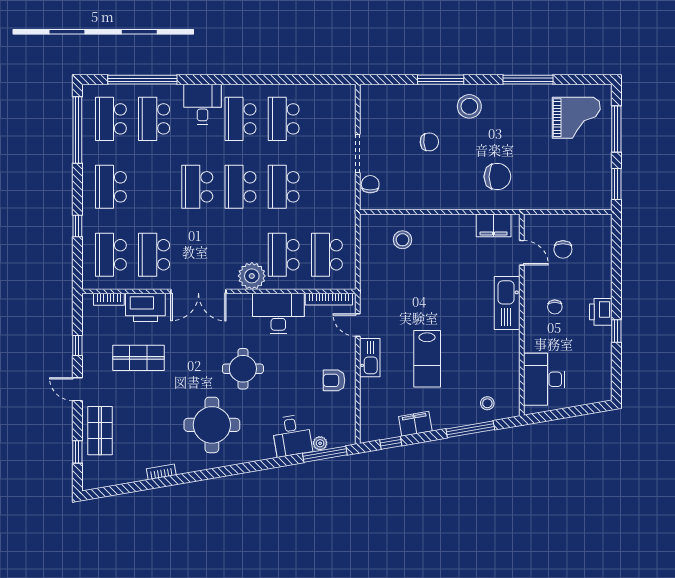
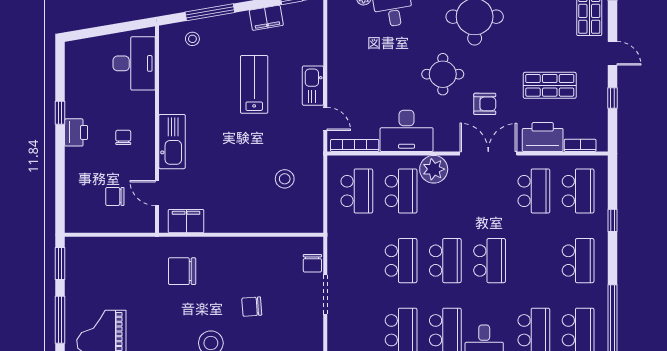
stool: (403, 240) -> (285, 179), moved
chair: (563, 249) -> (115, 196), turned -90
armchair: (334, 380) -> (485, 104), moved

